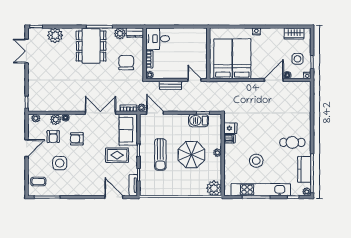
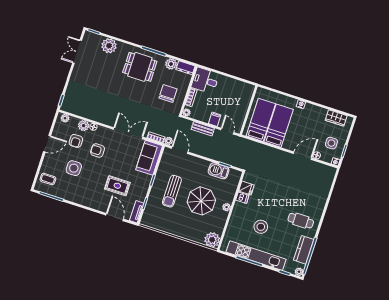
dining table: (91, 46) -> (140, 67), width x0.73
filing cabinet: (179, 73) -> (215, 119), added
rug: (117, 155) -> (117, 186), moved

